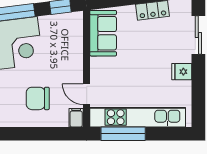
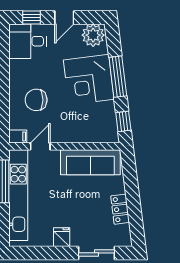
sofa: (103, 33) -> (90, 162), width x1.36
chair: (38, 98) -> (36, 100), turned -90

